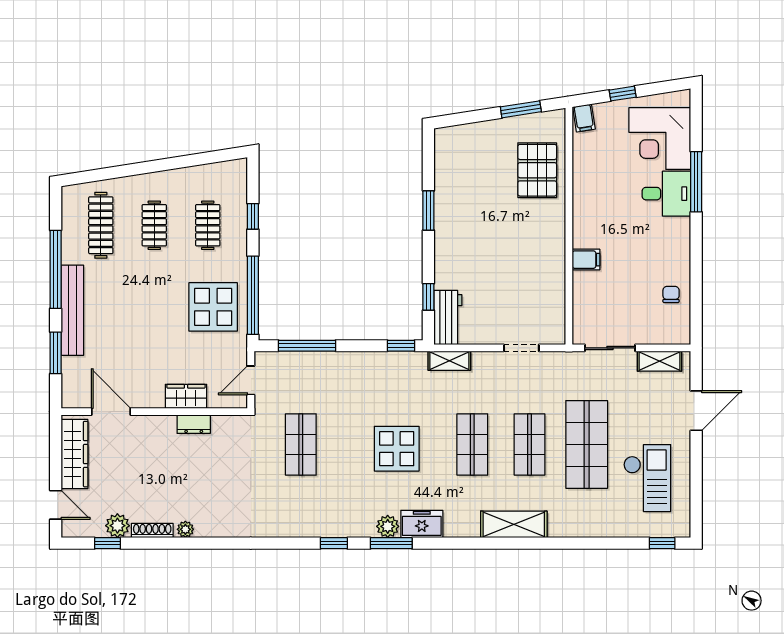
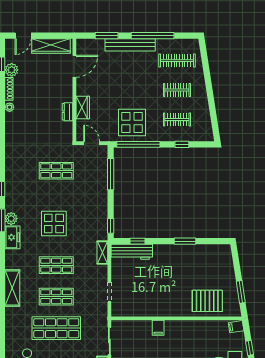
workbench: (448, 317) -> (132, 252), width x1.38

